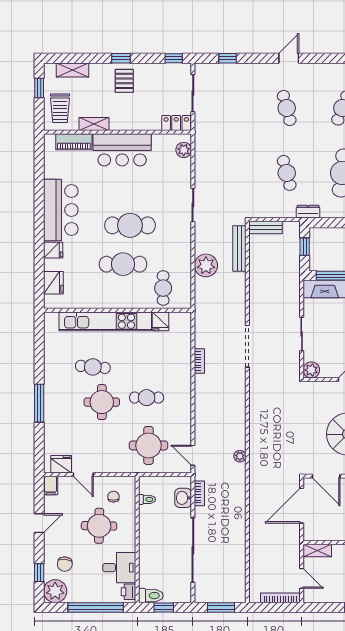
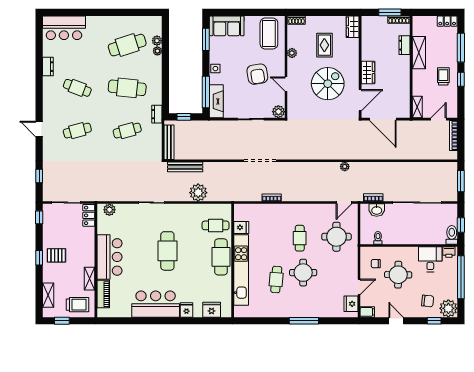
bench: (265, 228) -> (169, 142), width x1.36
cafe table: (123, 264) -> (221, 257), moved

